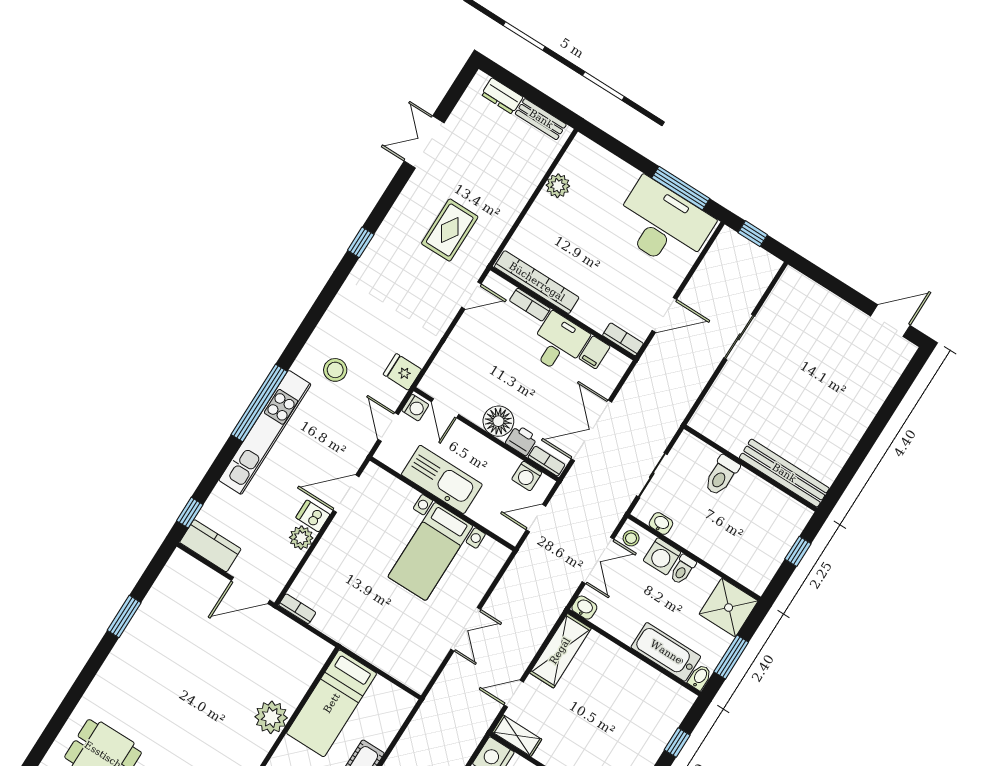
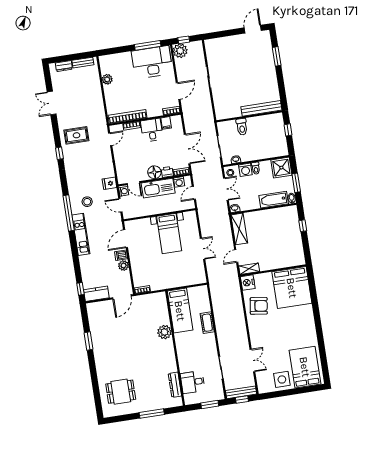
rug: (450, 230) -> (76, 135), moved, turned 90
plant: (730, 247) -> (180, 51), added
window: (259, 403) -> (69, 213), moved
window: (890, 405) -> (277, 56), added
double door: (591, 431) -> (187, 149), swing flipped
kitchen unit: (265, 432) -> (81, 234), width x0.73
kitchen sink: (442, 479) -> (158, 188), moved, turned 180

